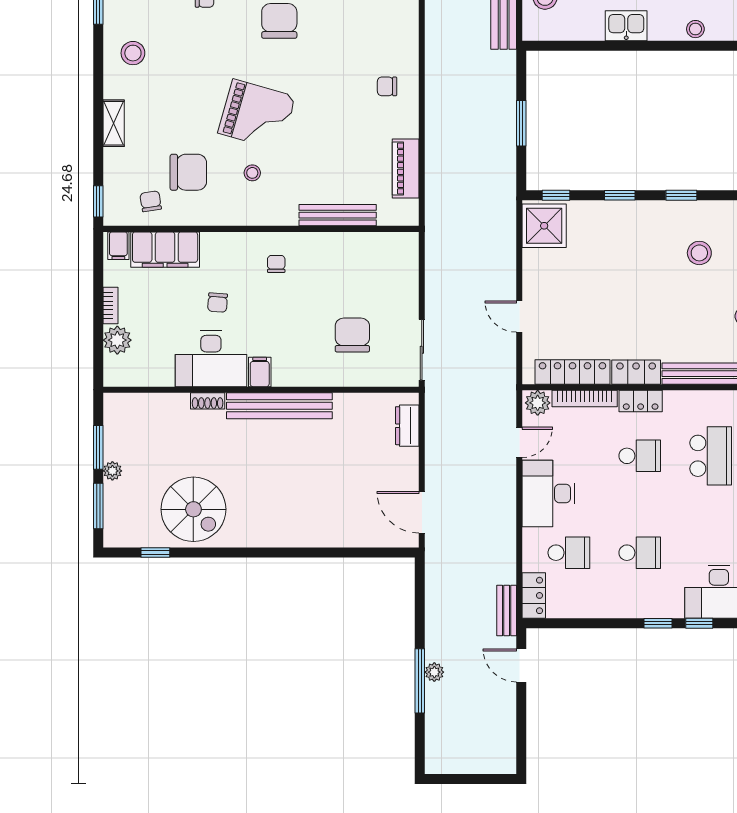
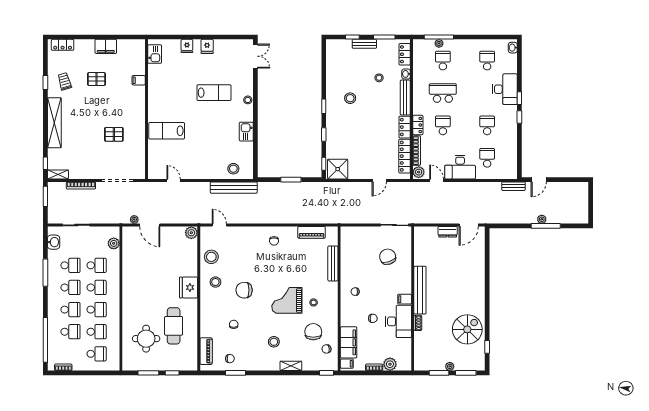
stool: (133, 53) -> (274, 342), moved
grand piano: (257, 115) -> (287, 300), turned -106
chair: (352, 335) -> (388, 257), turned 72
dresser: (407, 426) -> (448, 232), moved
locker: (534, 595) -> (507, 174), removed

